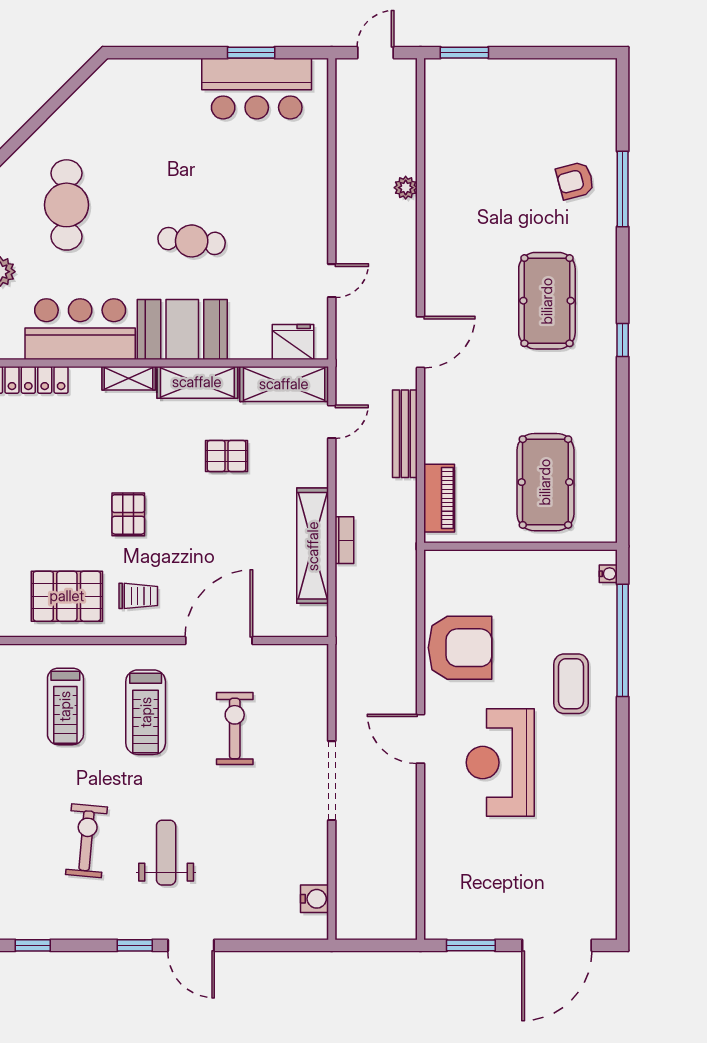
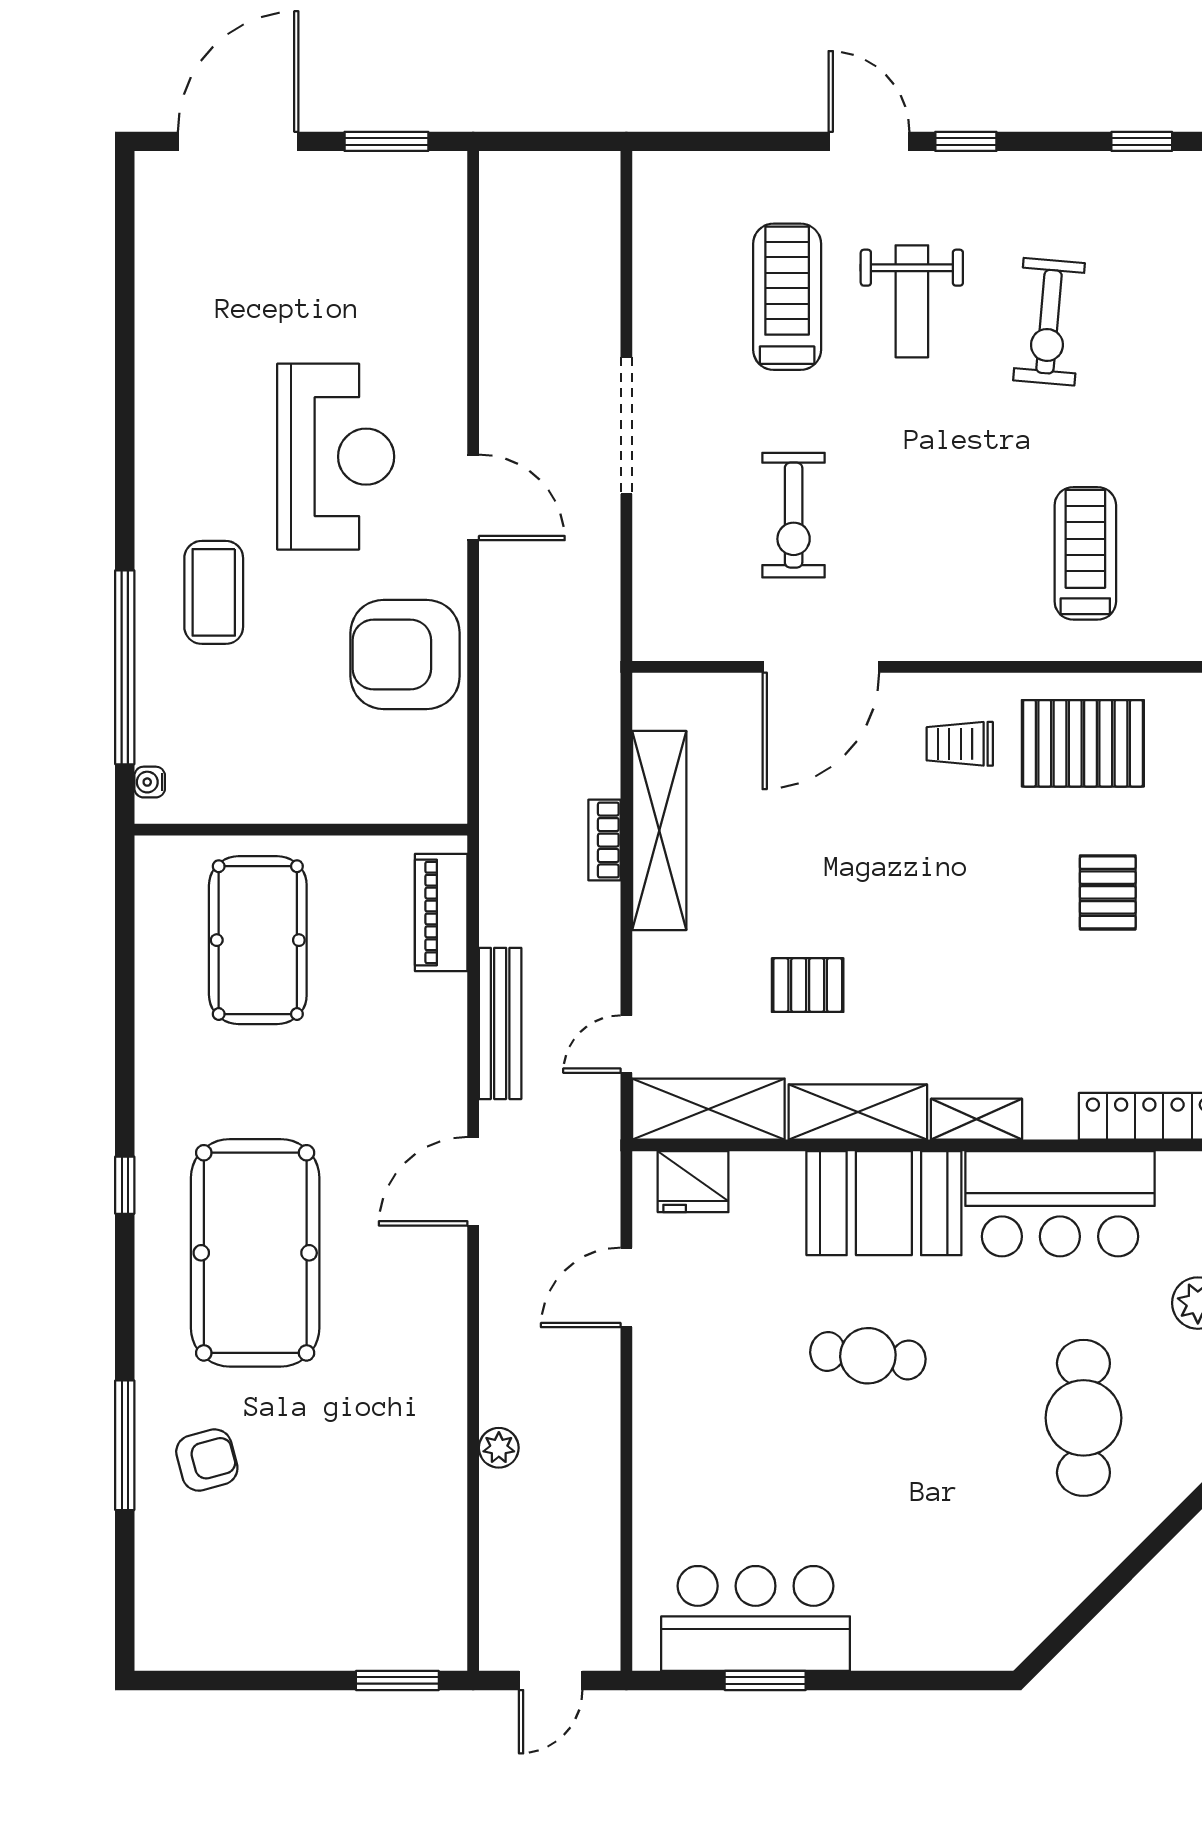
door: (332, 281) -> (626, 1287), width x1.38
pool table: (547, 301) -> (255, 1253), width x1.36, depth x1.32
pallet: (128, 514) -> (1108, 892), moved
treadmill: (146, 712) -> (787, 297), moved
water cooler: (314, 899) -> (656, 222), removed

